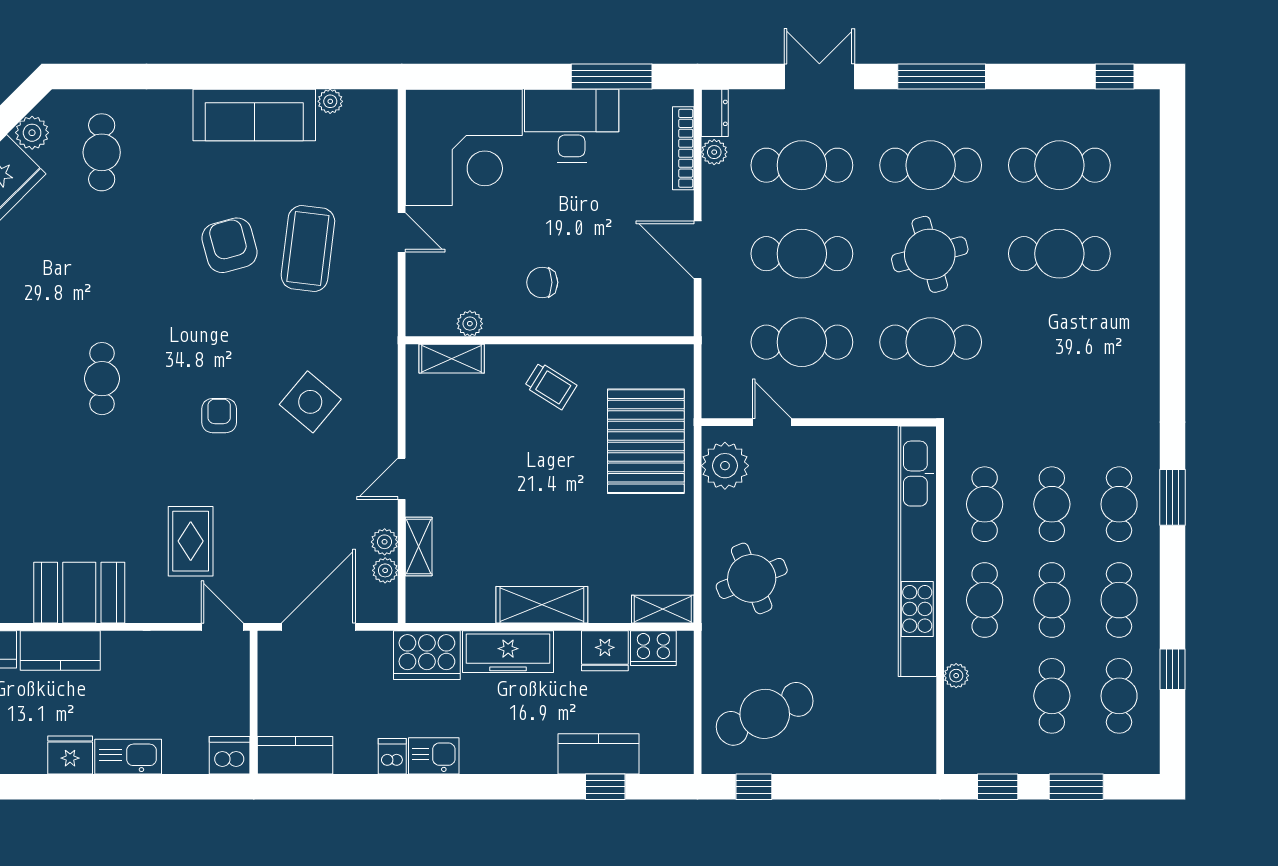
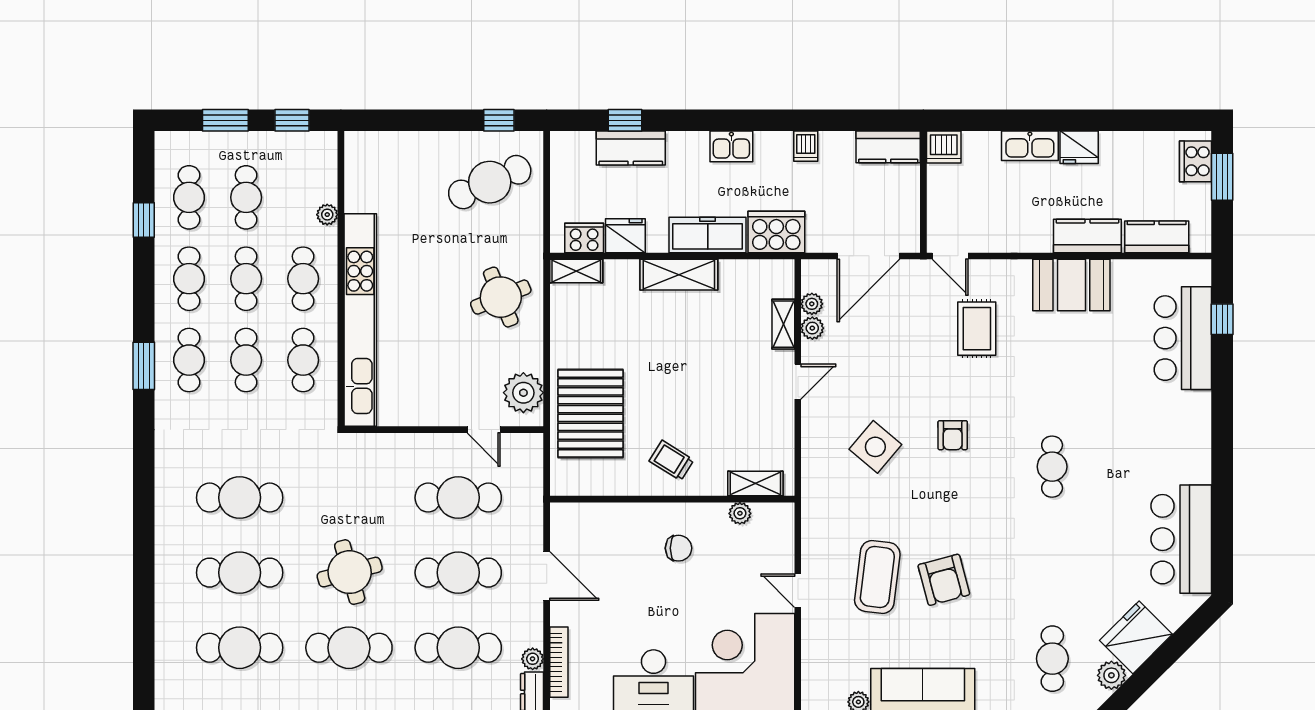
cafe table: (931, 342) -> (240, 498), moved
kitchen sink: (434, 756) -> (731, 146), moved

